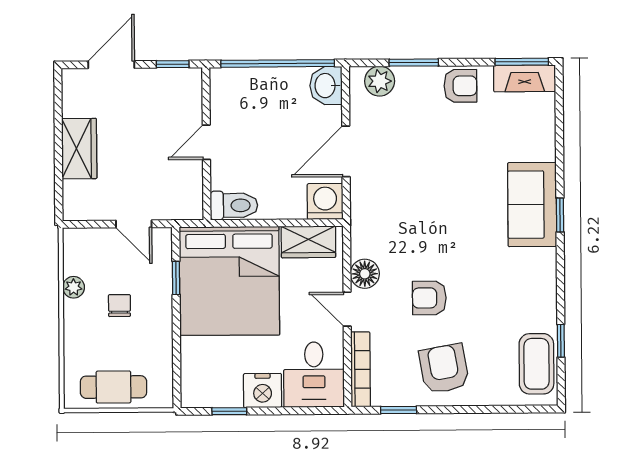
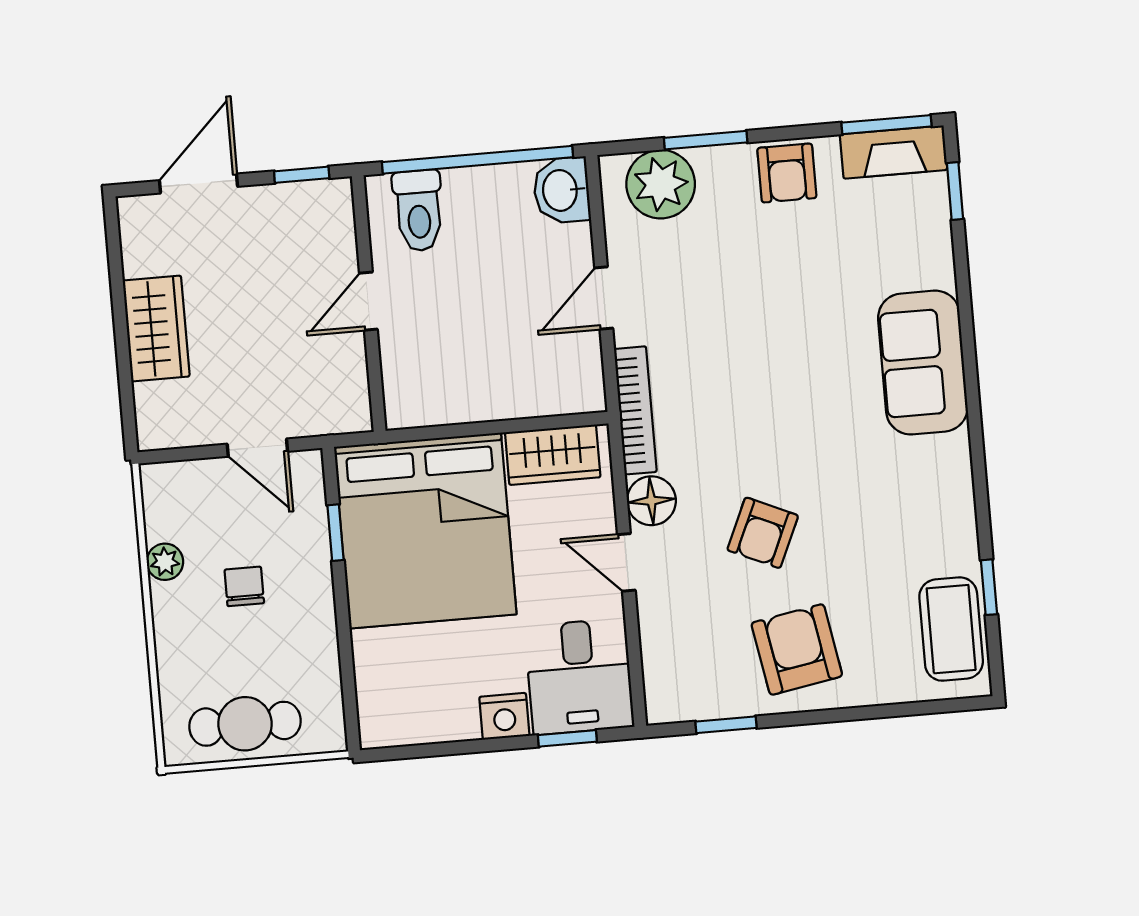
plant: (380, 81) -> (661, 184), width x1.36, depth x1.36
armchair: (460, 86) -> (787, 173), turned 90
door: (346, 151) -> (604, 298), width x0.73
washing machine: (325, 201) -> (575, 385), removed
toilet: (234, 205) -> (418, 211), moved, turned 90
window: (560, 215) -> (955, 191), moved
armchair: (429, 298) -> (763, 533), turned -66
bookcase: (361, 369) -> (635, 410), moved
nightstand: (263, 391) -> (504, 716), width x0.74, depth x0.75
window: (229, 411) -> (567, 738), moved

